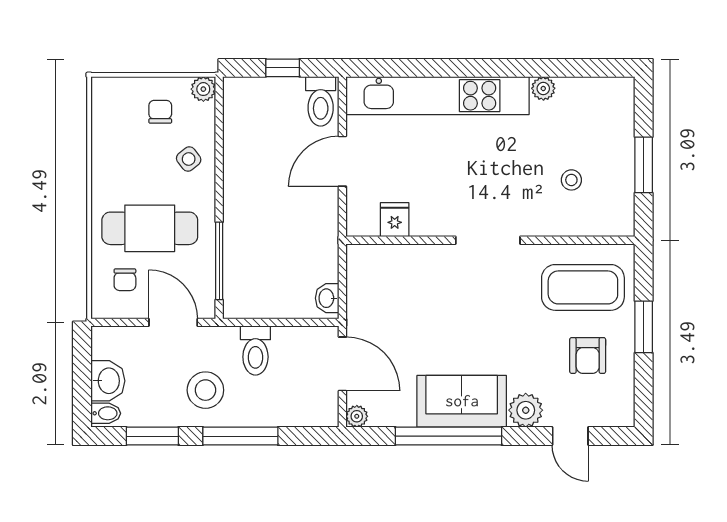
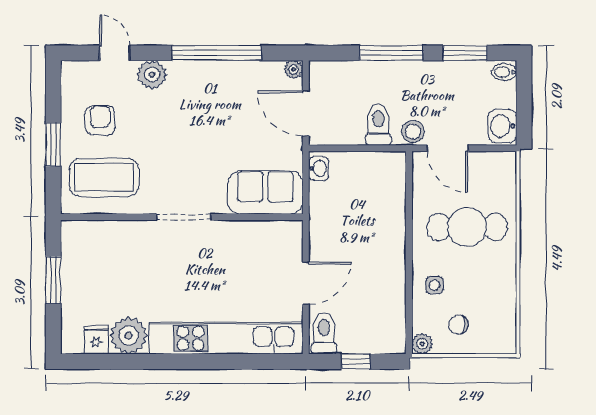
plant: (543, 88) -> (129, 336), width x1.88, depth x1.88
chair: (160, 112) -> (458, 325), turned 90
side table: (189, 159) -> (435, 285), turned 38
stool: (571, 180) -> (114, 268), removed
fridge: (395, 220) -> (96, 340), moved, turned 180
window: (219, 261) -> (409, 200), removed
chair: (125, 280) -> (488, 184), removed
washbasin: (108, 381) -> (502, 126), moved
stool: (205, 390) -> (413, 132), moved, width x0.73, depth x0.73
sofa: (462, 401) -> (265, 192), moved, turned 180

